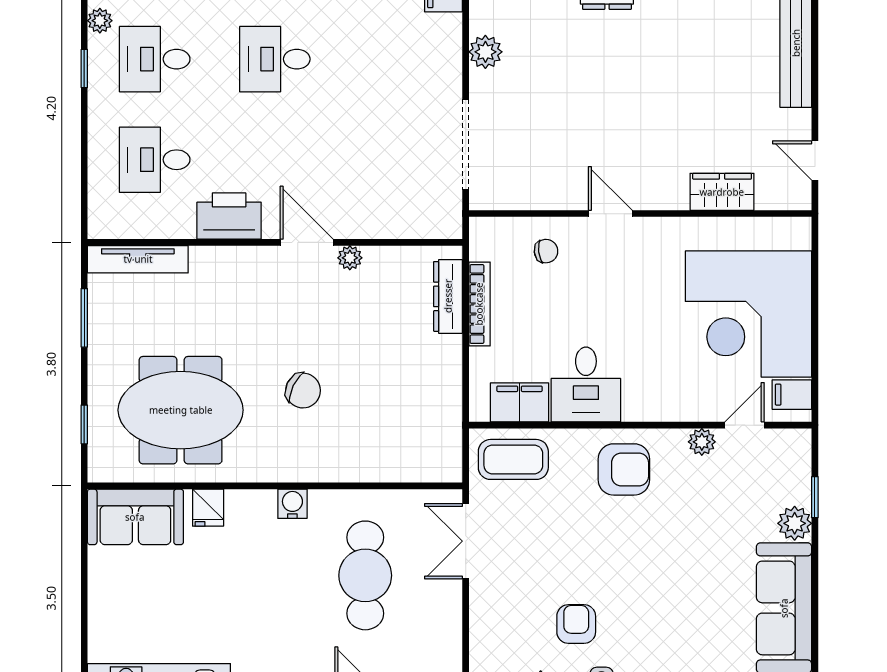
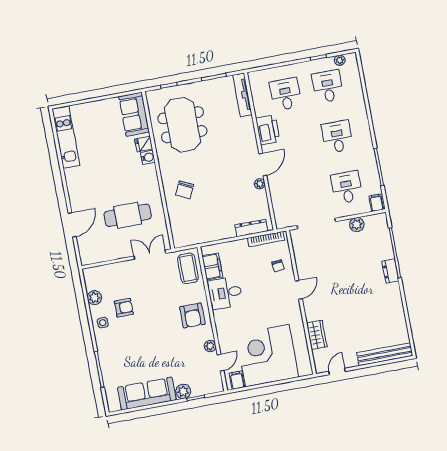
desk: (395, 59) -> (347, 187), added
bookcase: (479, 304) -> (266, 239), moved
chair: (303, 391) -> (185, 190), moved
door: (744, 425) -> (220, 363), hinge flipped
water cooler: (292, 504) -> (148, 157), moved

